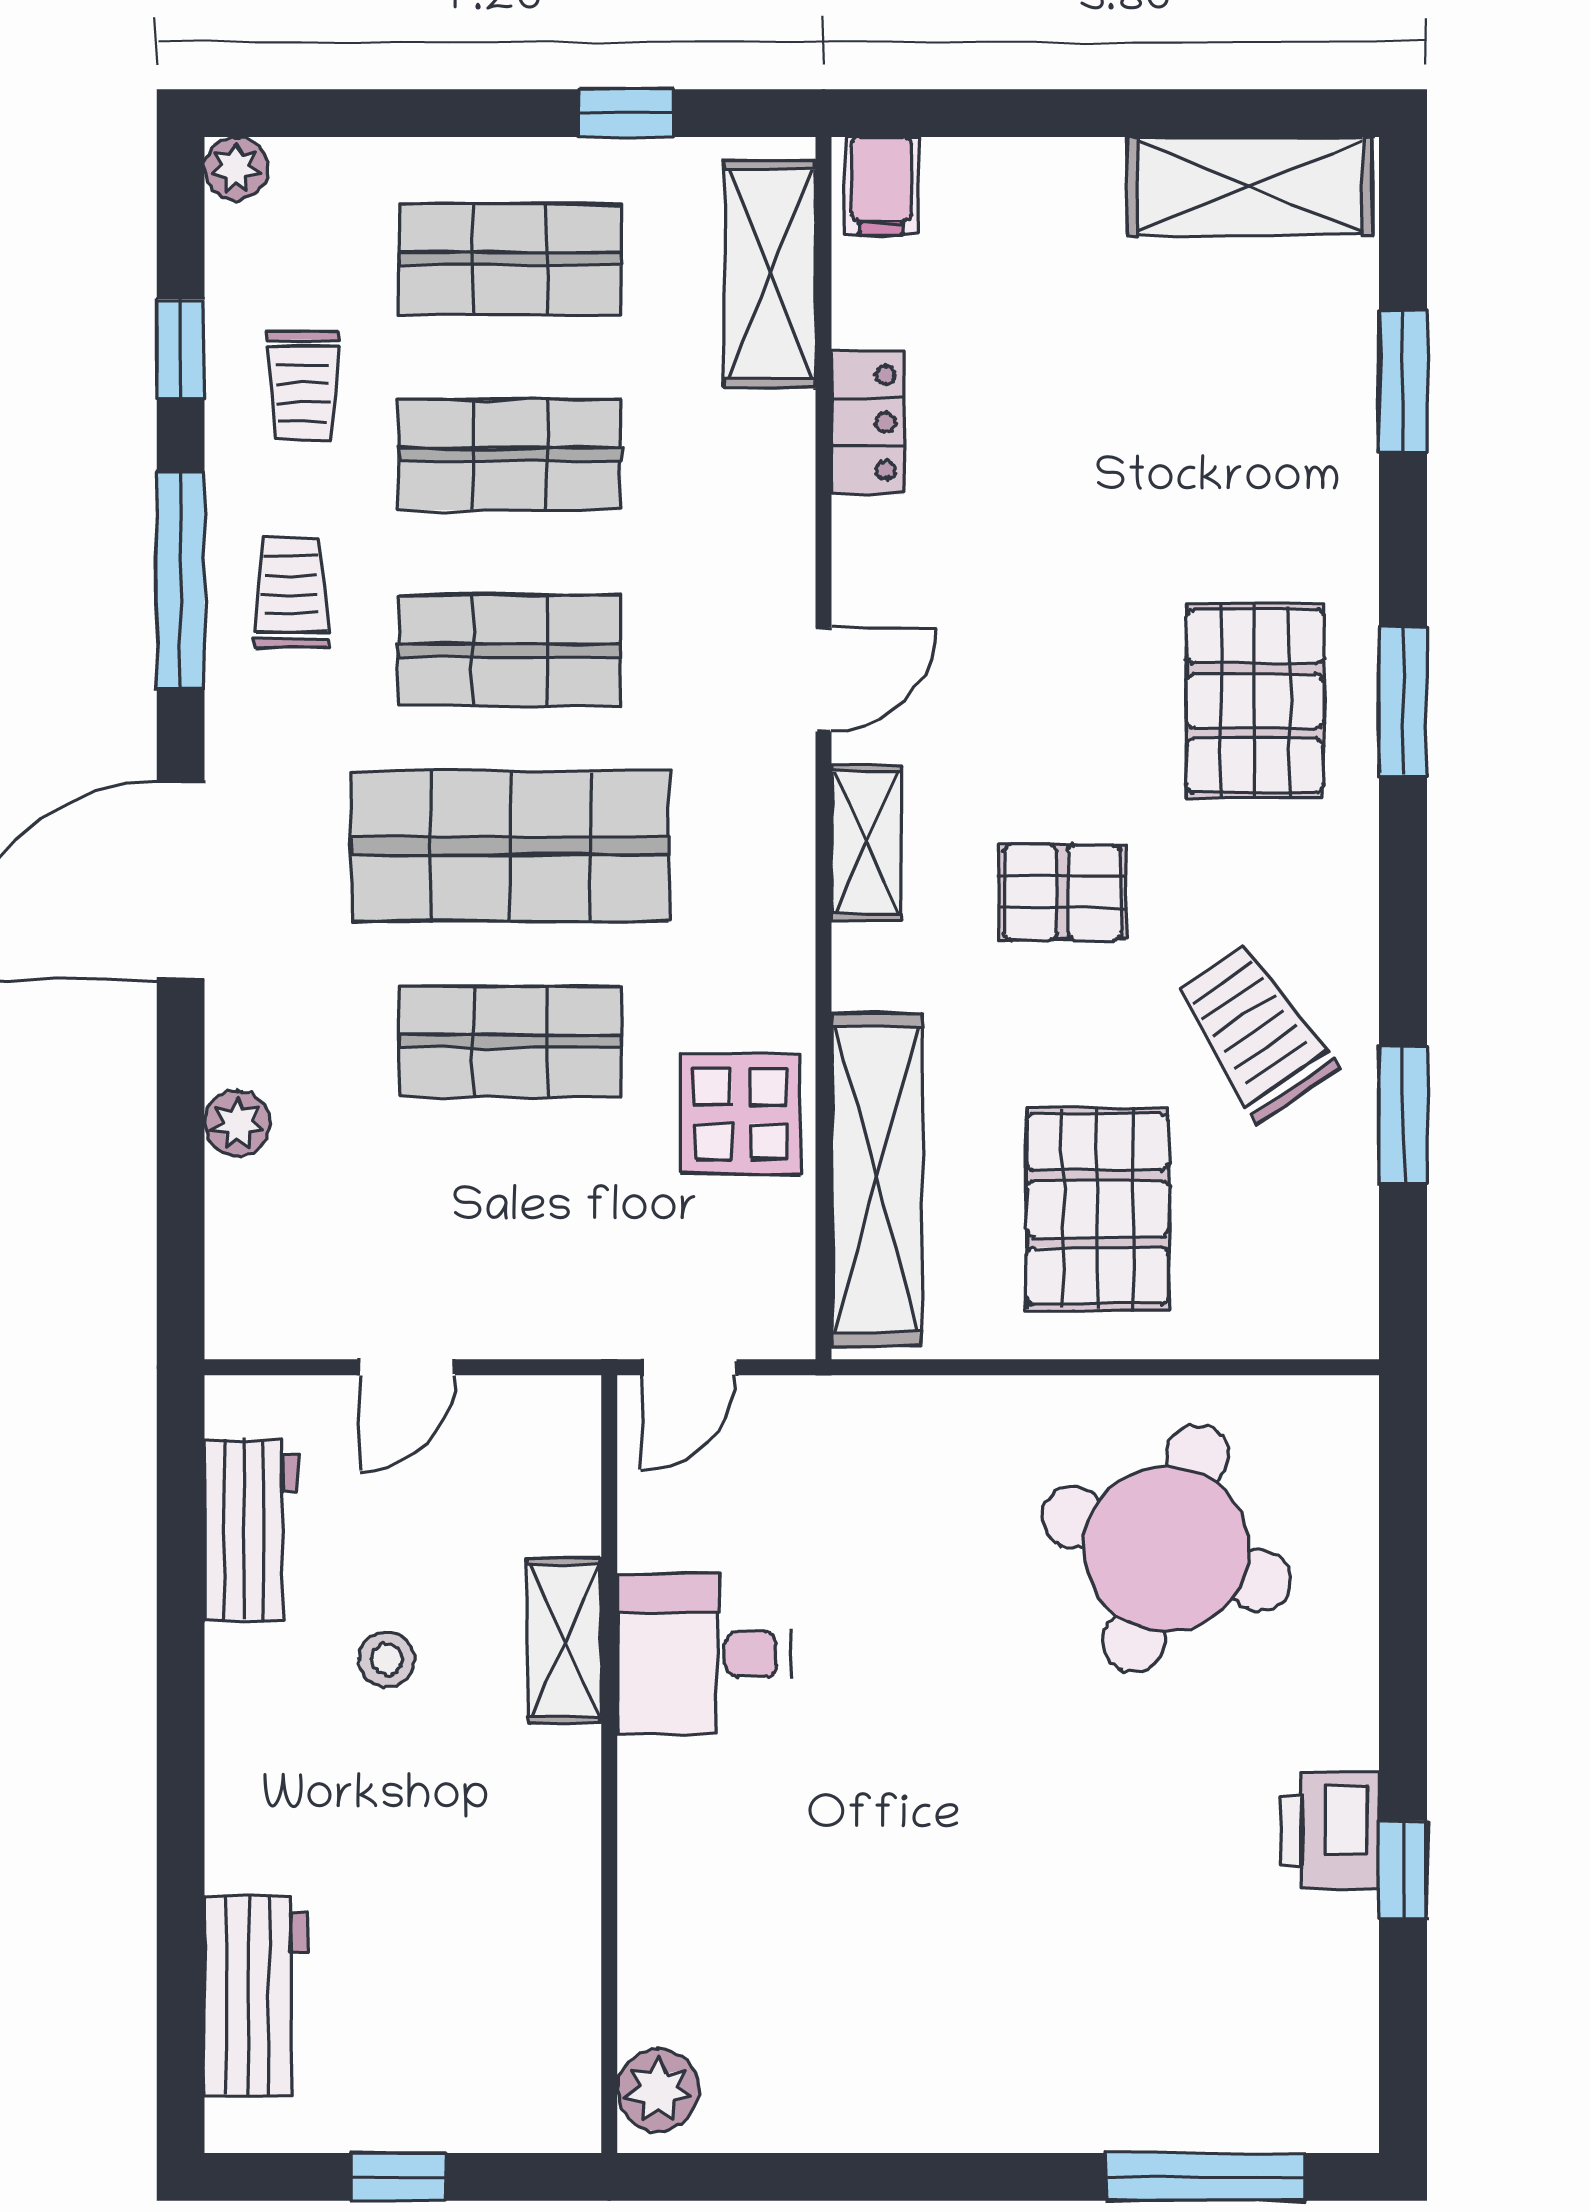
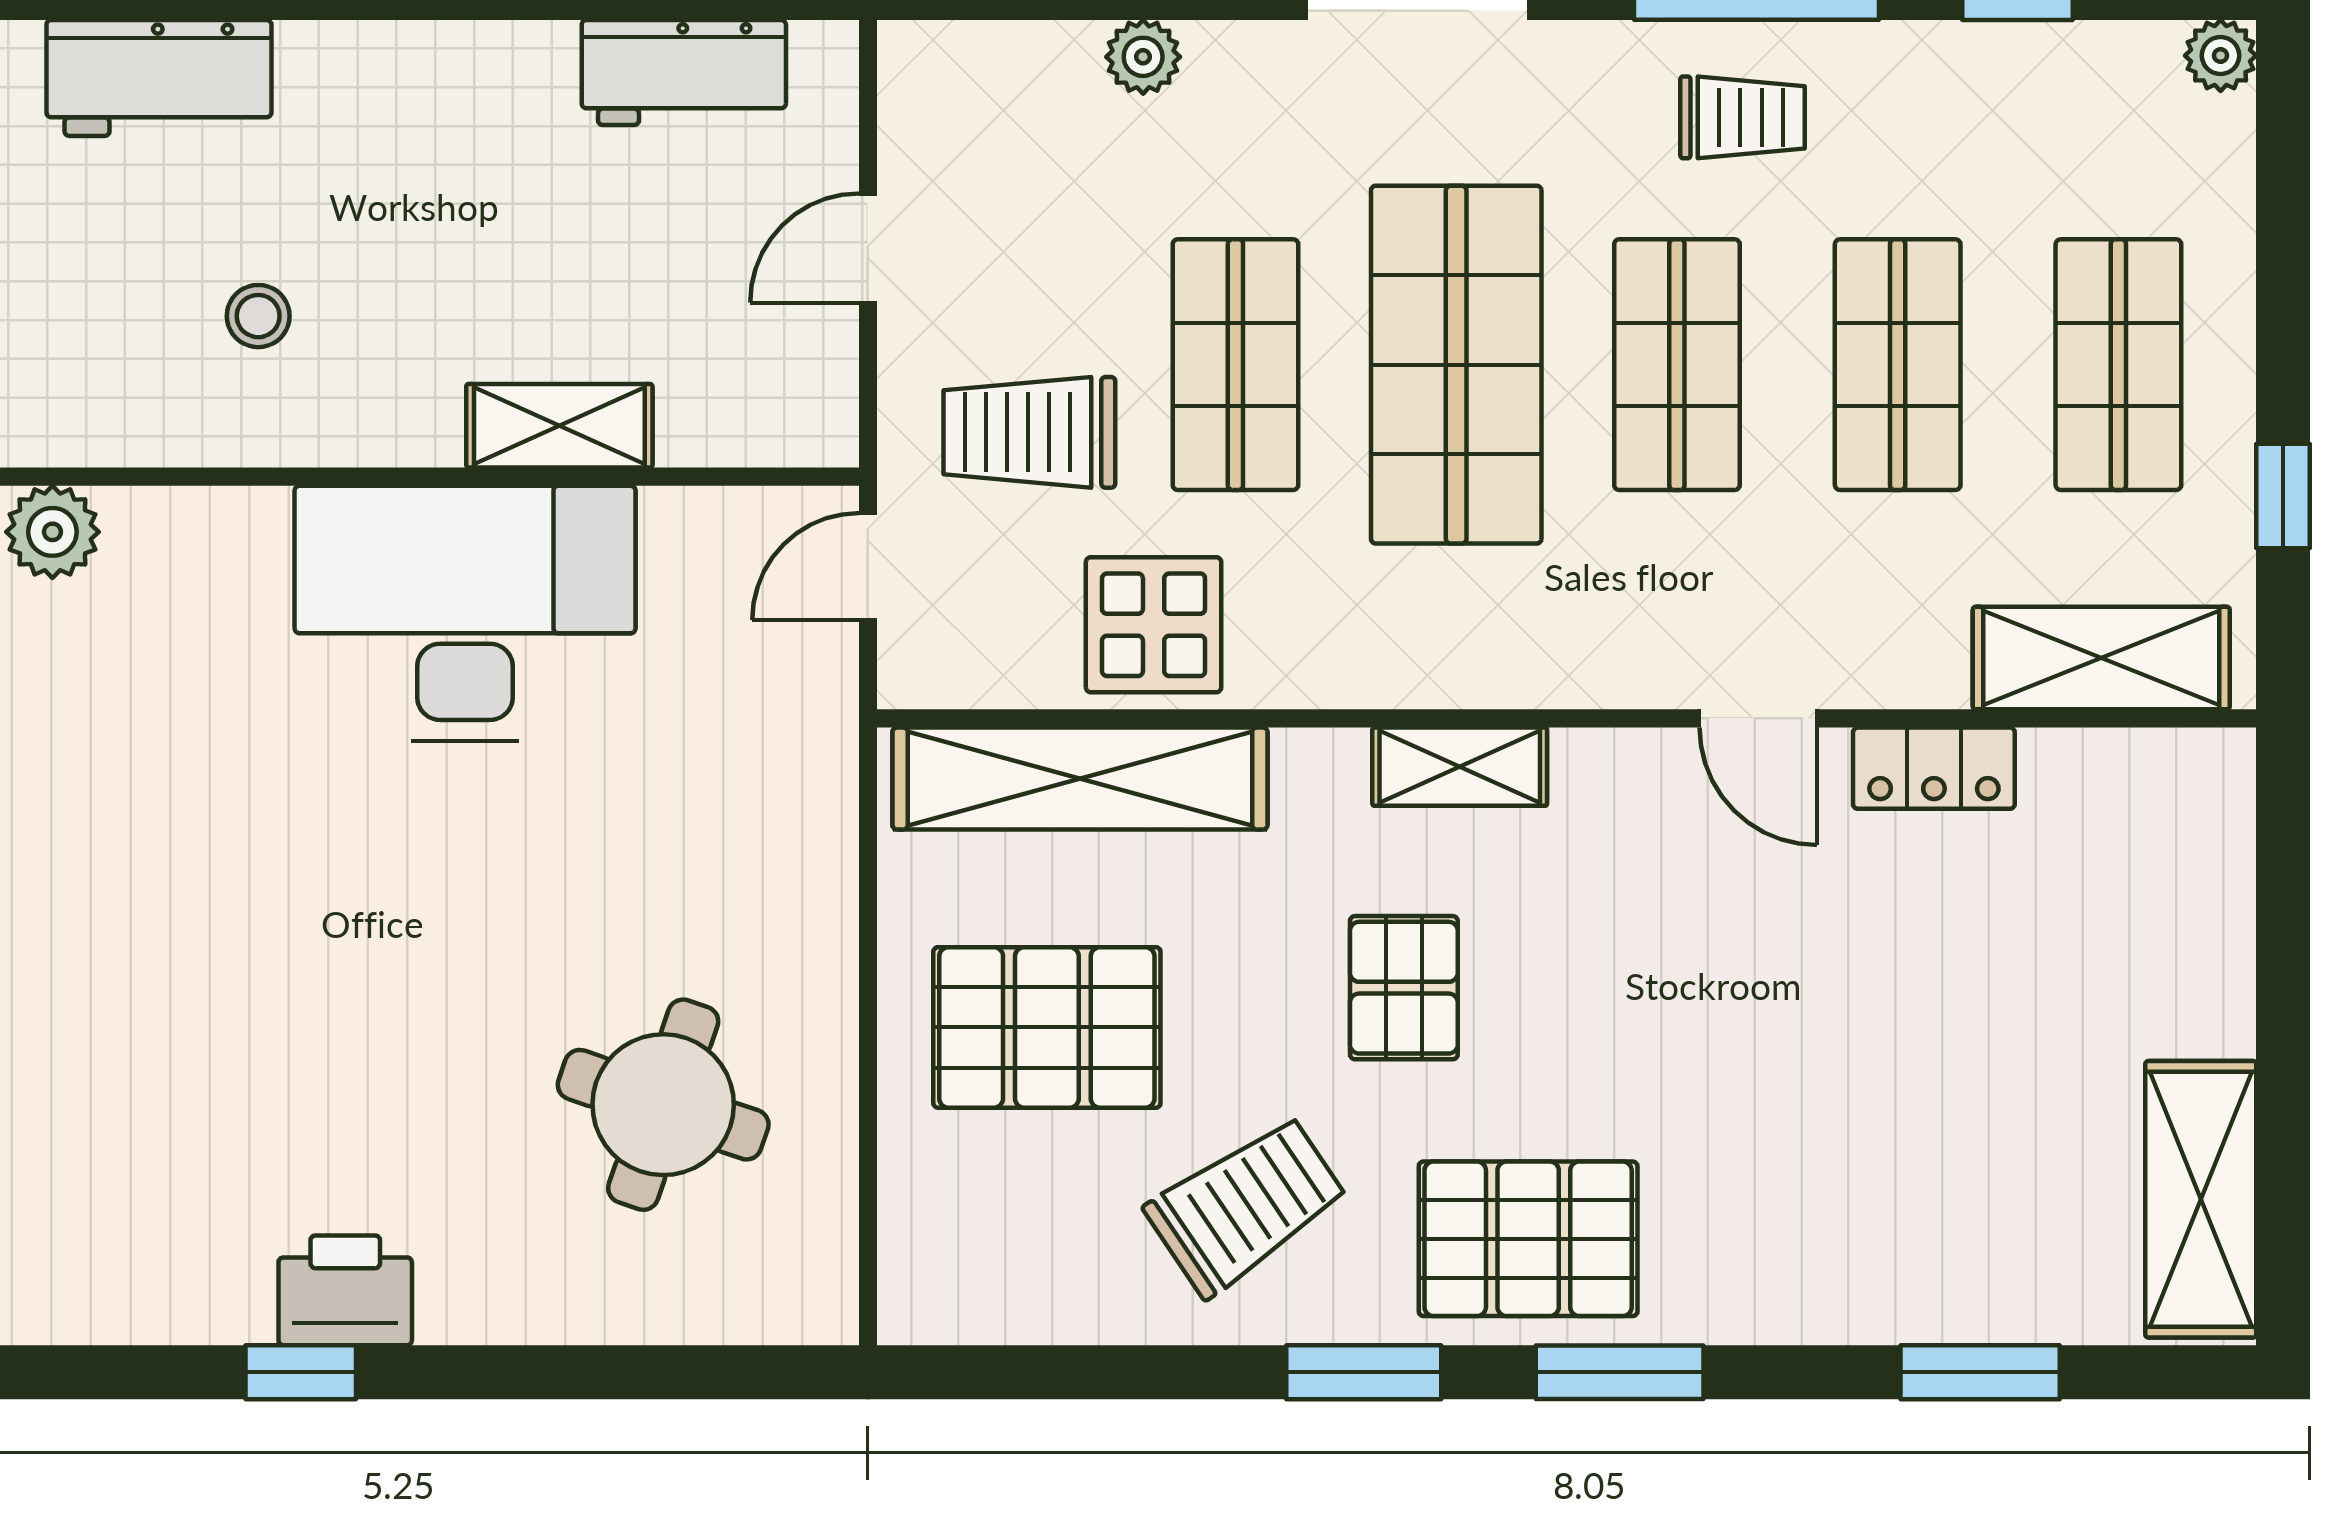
filing cabinet: (881, 186) -> (2201, 783), removed
trolley: (302, 385) -> (1029, 432), moved, width x1.36, depth x1.39
door: (824, 680) -> (1758, 718), moved
pallet: (1255, 701) -> (1528, 1239), moved
window: (1403, 1115) -> (1364, 1372), moved
door: (407, 1367) -> (868, 248), hinge flipped
door: (689, 1367) -> (868, 567), hinge flipped
round table: (1166, 1549) -> (663, 1105), width x0.73, depth x0.73
desk: (704, 1654) -> (465, 613), width x1.87, depth x1.30
stool: (387, 1660) -> (258, 316), moved

